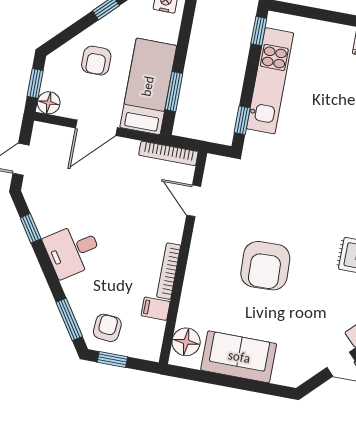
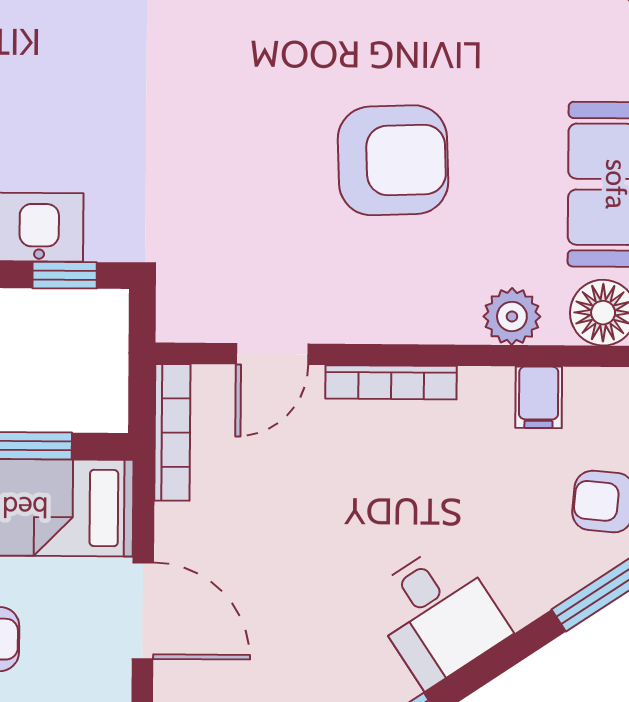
bookcase: (169, 271) -> (391, 382), moved
plant: (191, 304) -> (512, 316), added

